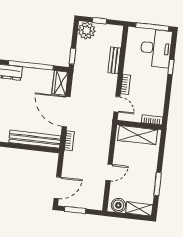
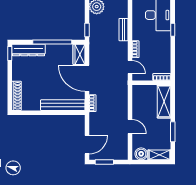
shelving: (138, 135) -> (164, 101), moved, turned 90
door: (109, 172) -> (130, 126), hinge flipped

